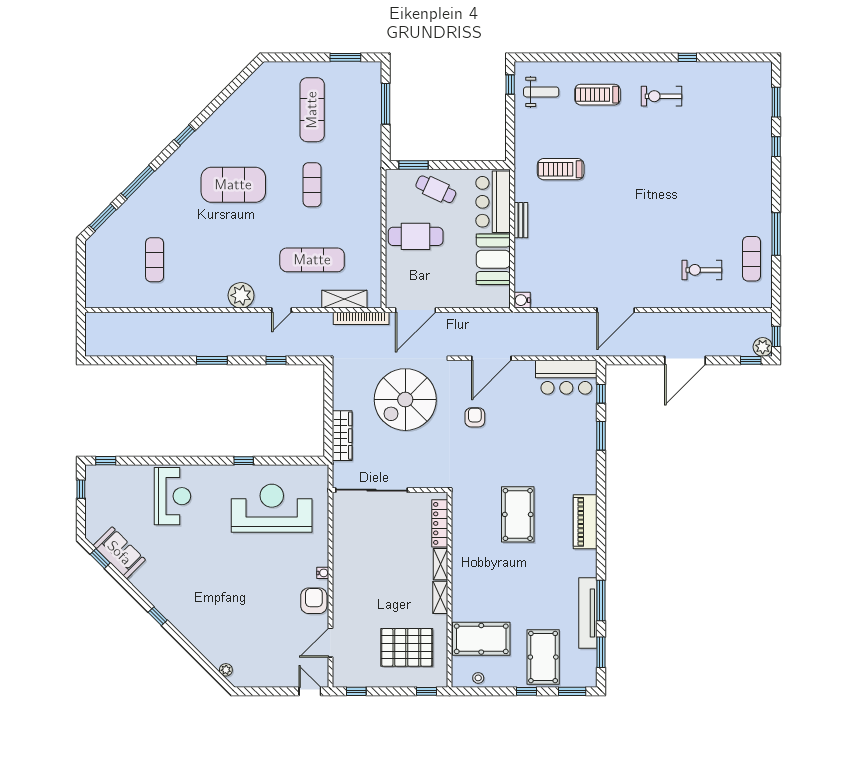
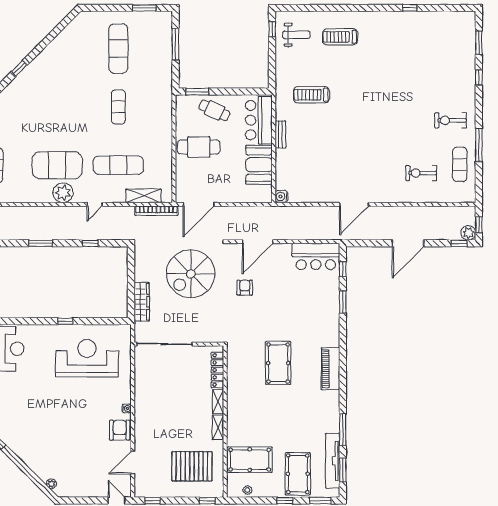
exercise bike: (662, 96) -> (451, 120), moved
exercise mat: (233, 185) -> (57, 165), moved
tv unit: (588, 613) -> (333, 461), moved

